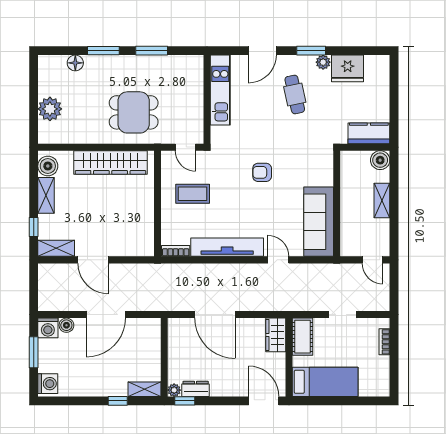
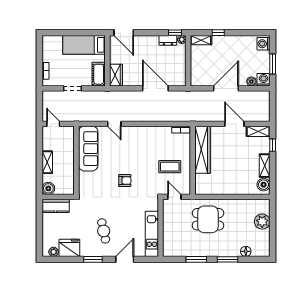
plant: (323, 62) -> (54, 252), moved
wardrobe: (110, 162) -> (202, 150), moved, turned 90
tv unit: (227, 247) -> (147, 132), removed

